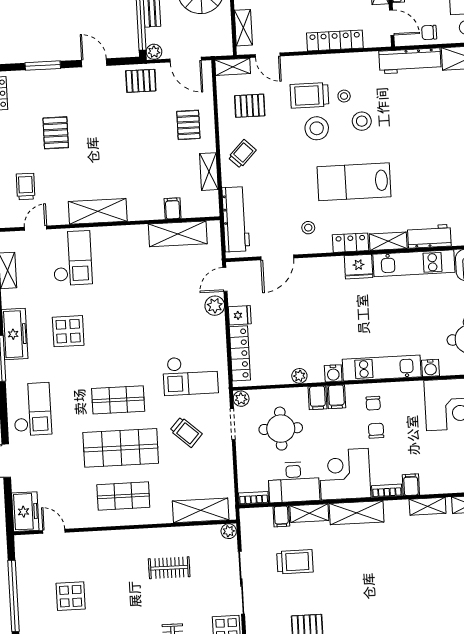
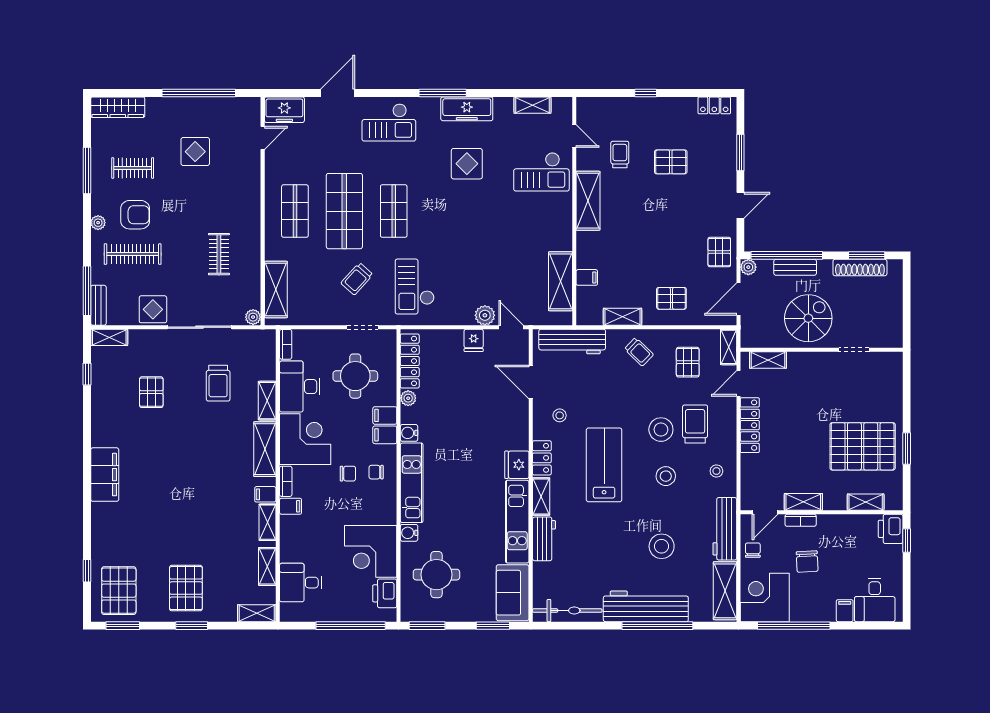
locker: (335, 41) -> (750, 425), moved
stool: (344, 96) -> (716, 471), moved
stool: (430, 122) -> (662, 546), added
trolley: (26, 187) -> (620, 154), moved, turned -90
locker: (240, 353) -> (410, 361), moved, turned -90
plant: (241, 399) -> (388, 337), removed
filing cabinet: (281, 516) -> (265, 494), moved

